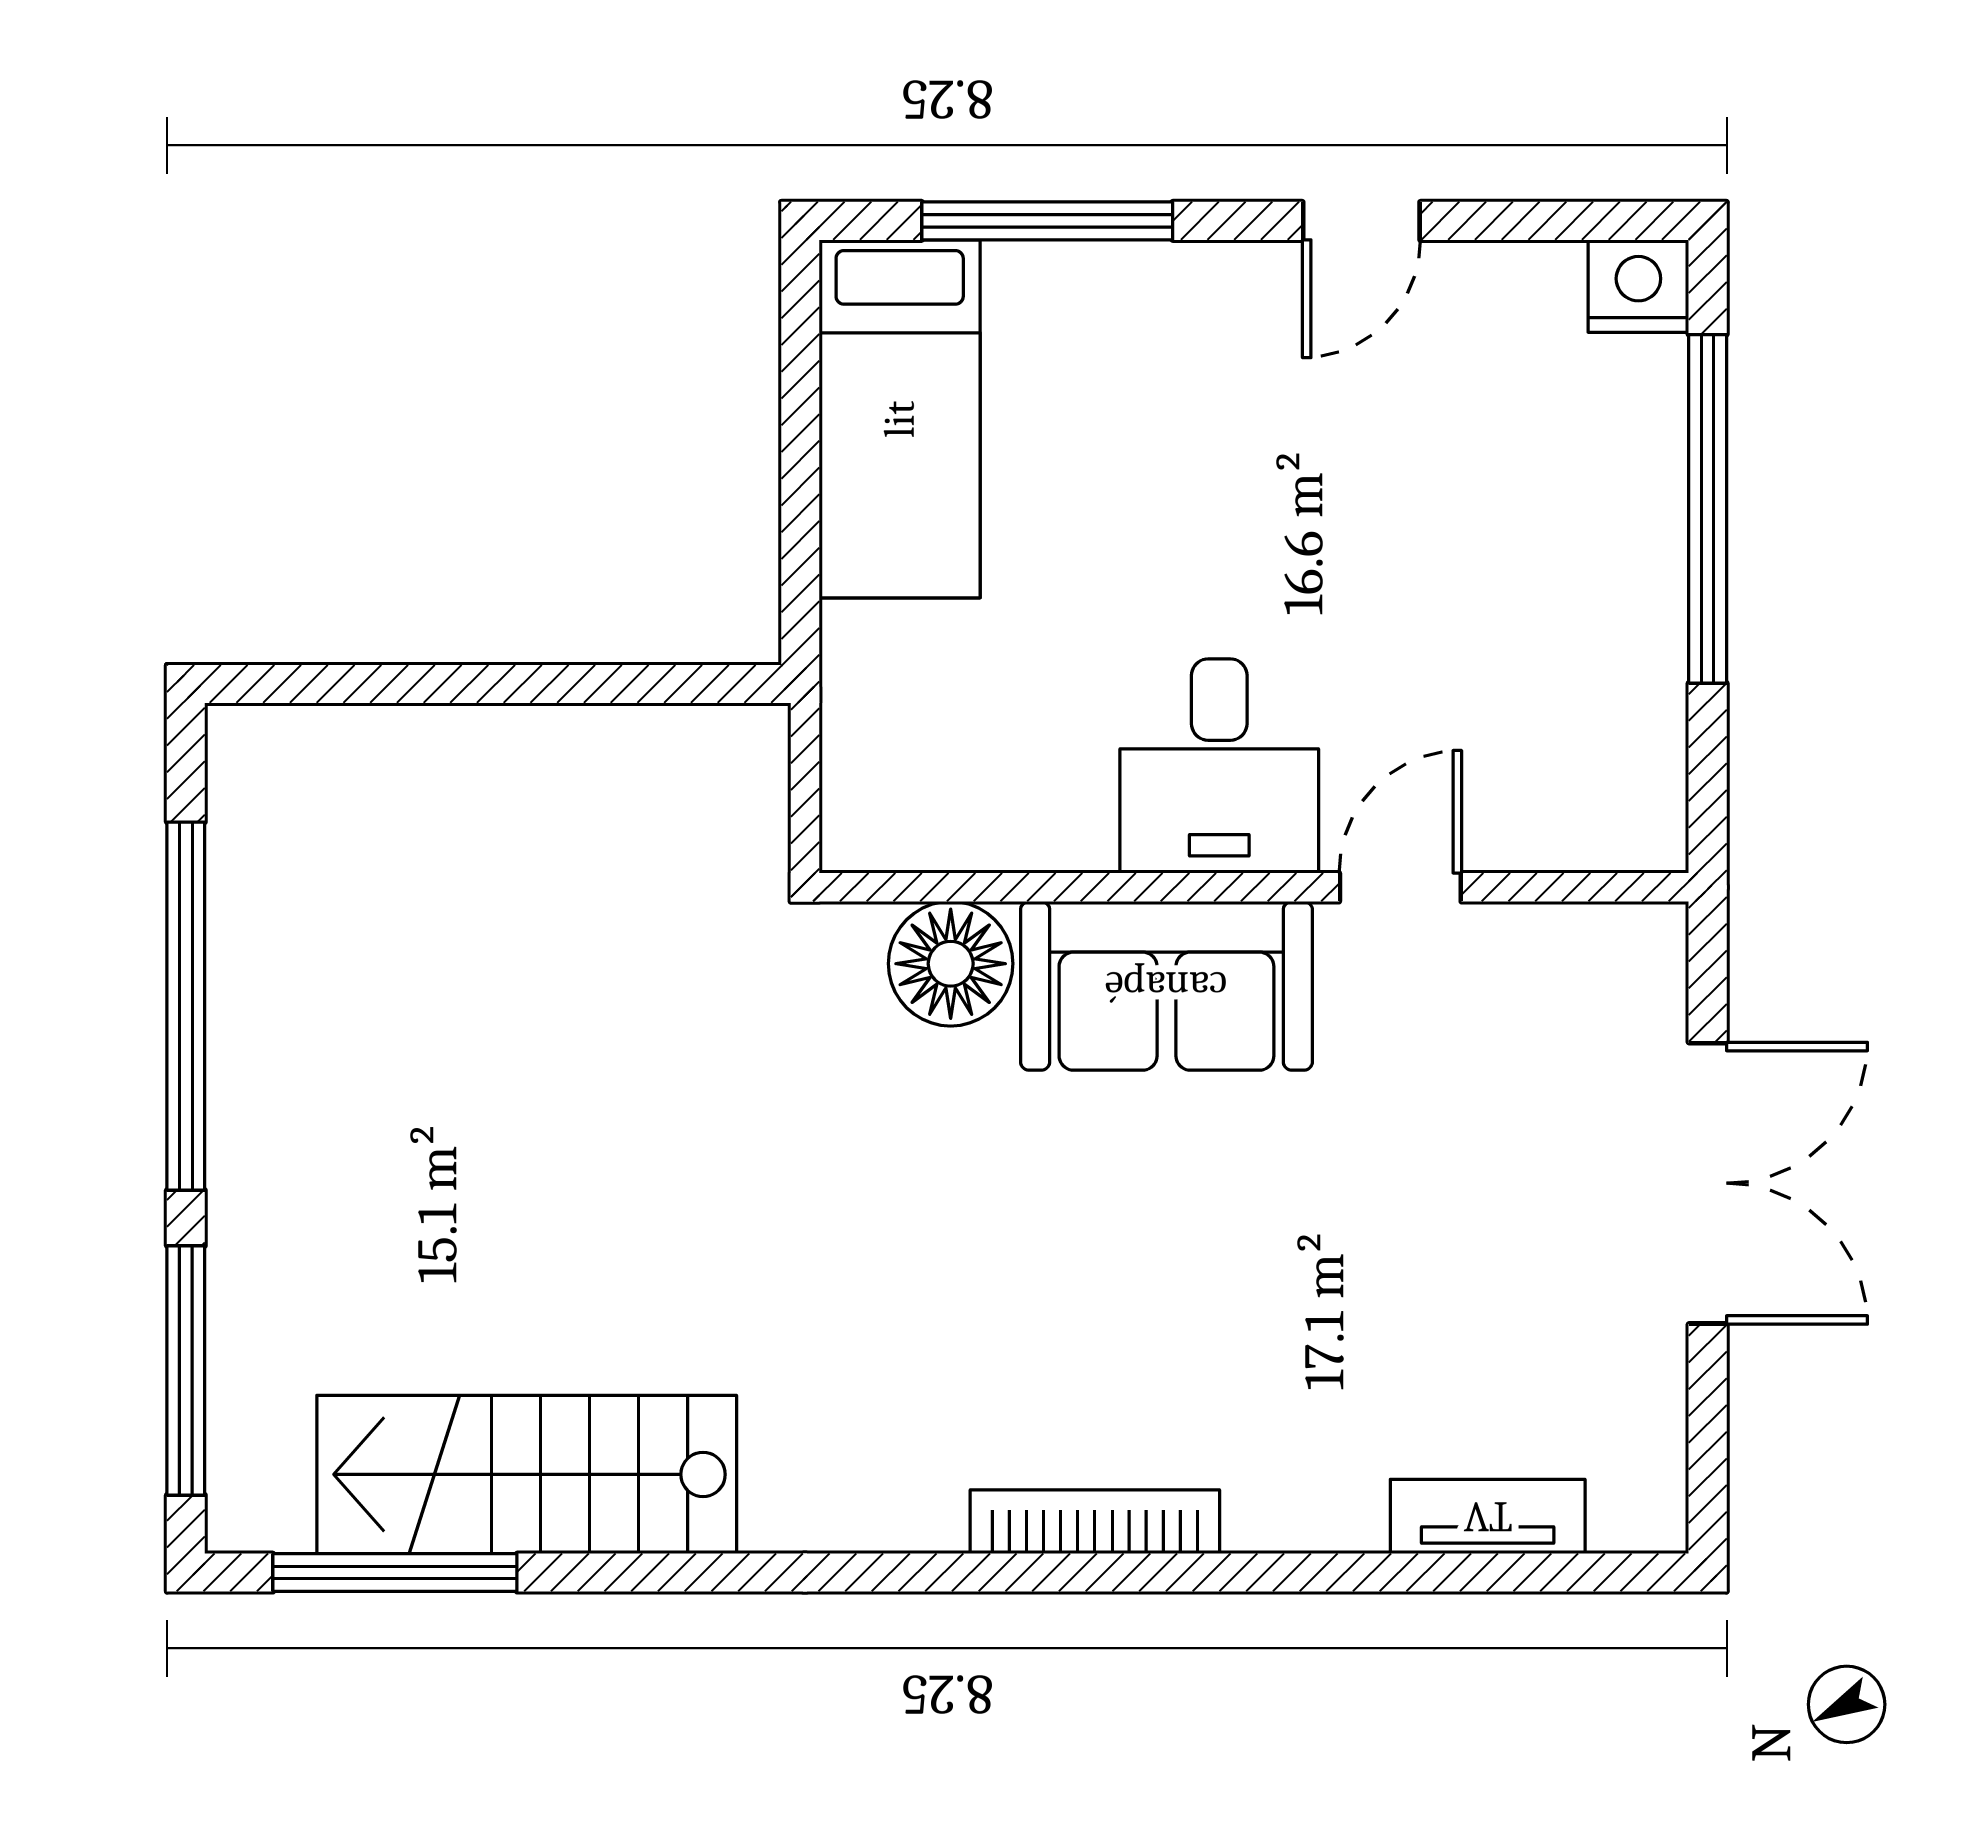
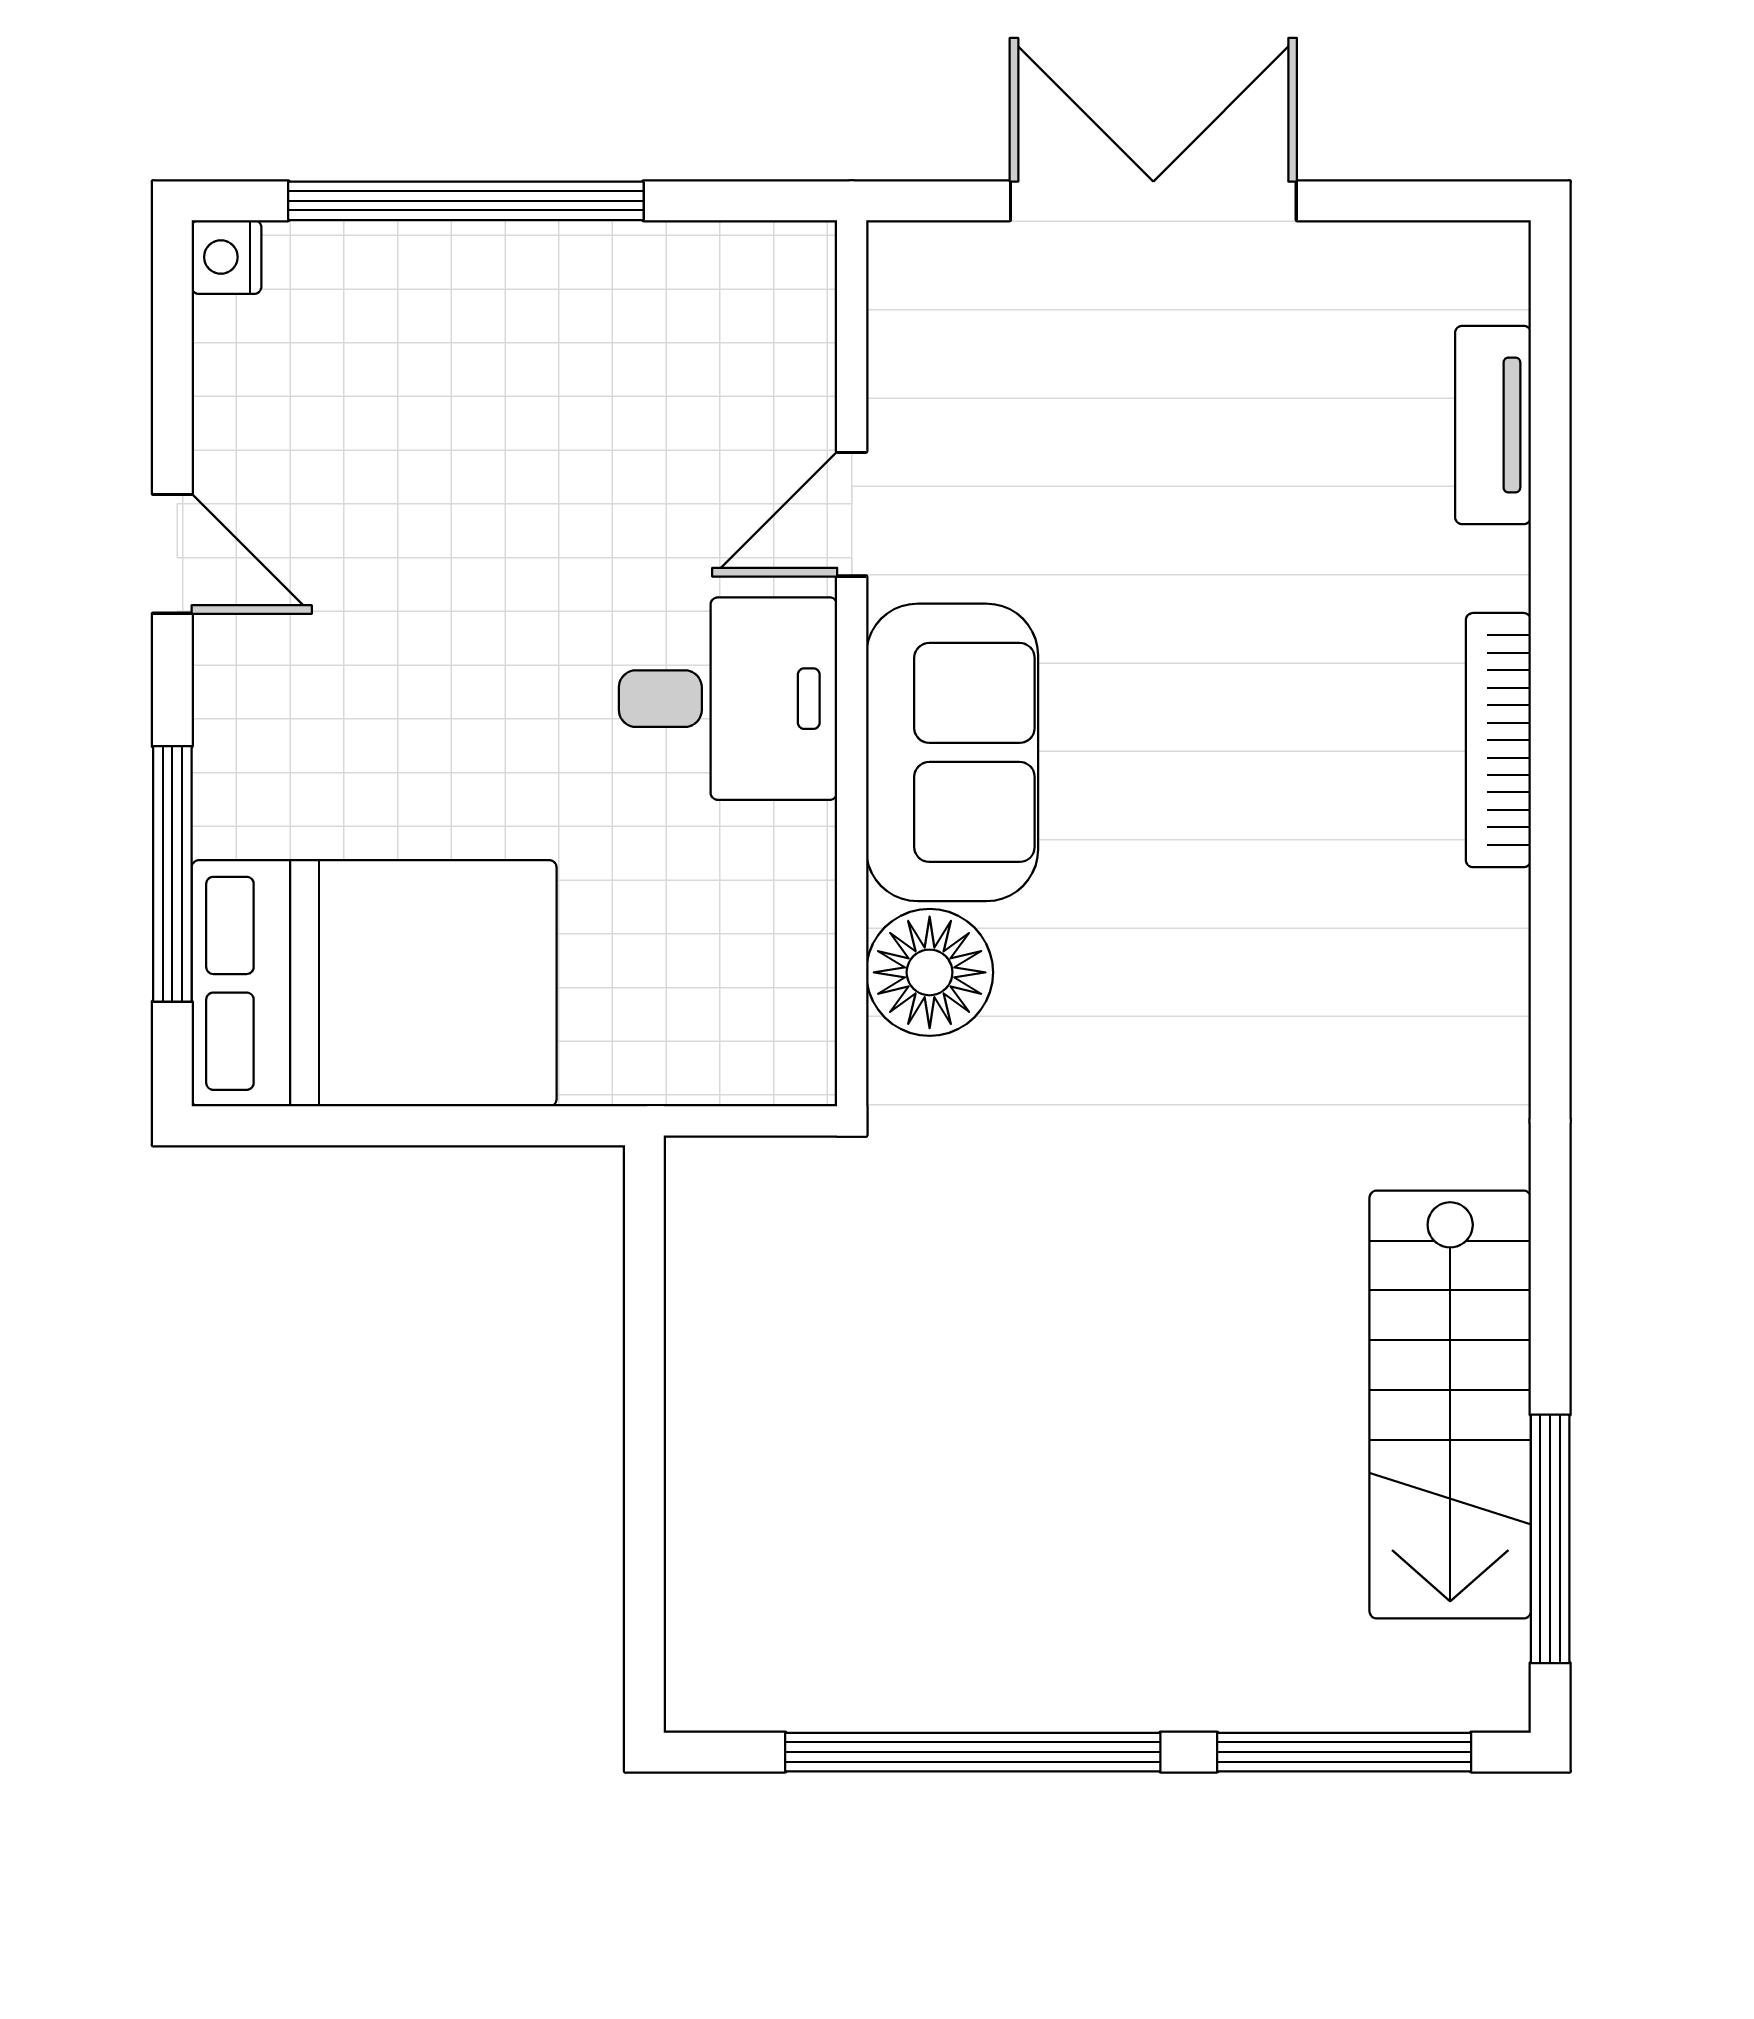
nightstand: (1638, 286) -> (226, 257), width x0.72, depth x0.74
bed: (900, 419) -> (374, 983), width x1.50
door: (1400, 887) -> (852, 514), hinge flipped
bookcase: (1095, 1522) -> (1498, 740), moved

